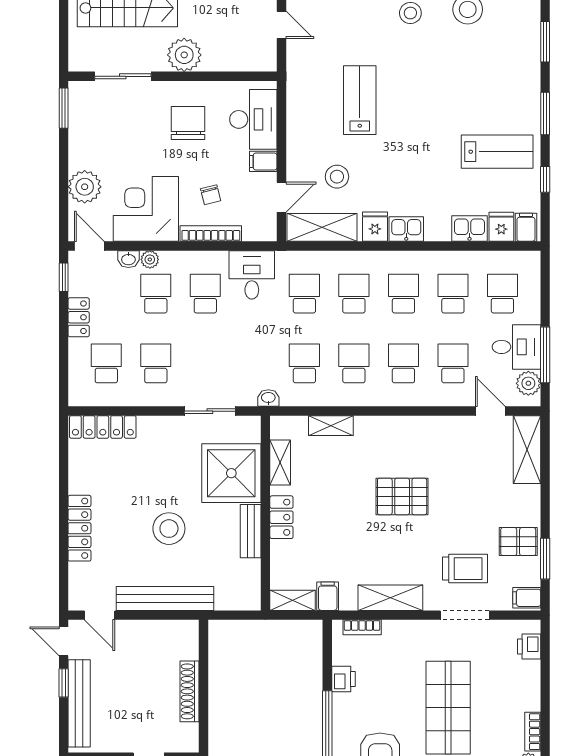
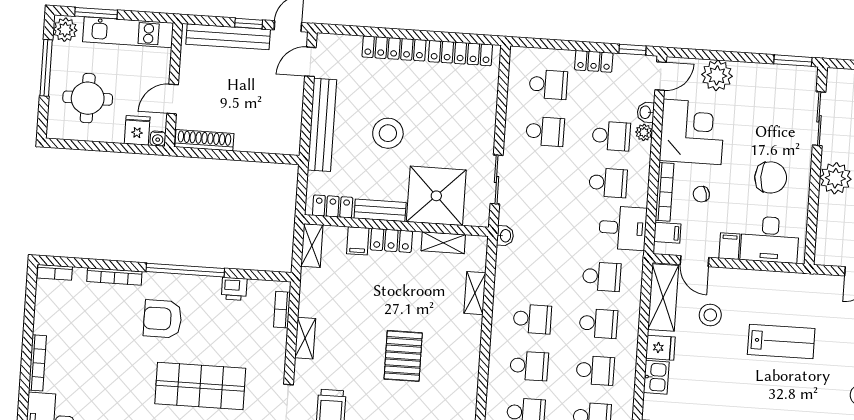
filing cabinet: (254, 228) -> (667, 233), added
school desk: (304, 363) -> (536, 272), removed
locker: (103, 427) -> (460, 53), moved, turned -90
locker: (250, 581) -> (333, 206), added
filing cabinet: (328, 596) -> (358, 241), moved, turned 90
shelving: (390, 598) -> (305, 338), width x0.67, depth x0.75
shoe rack: (189, 691) -> (204, 140), moved

